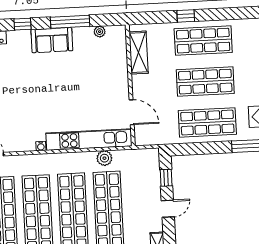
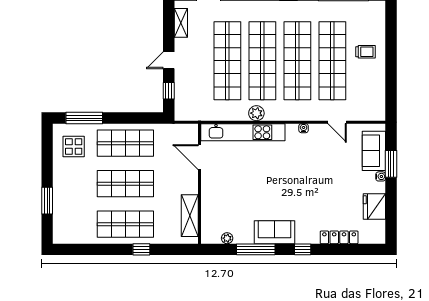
water cooler: (41, 146) -> (304, 128), moved
plant: (104, 158) -> (256, 113), moved

